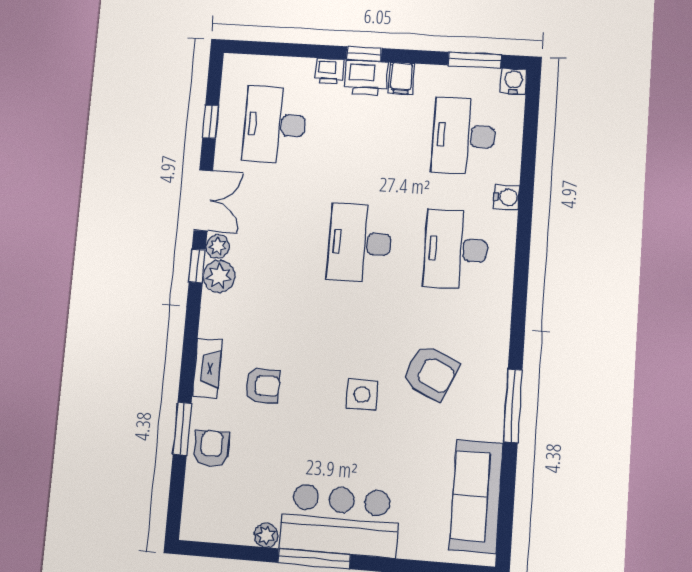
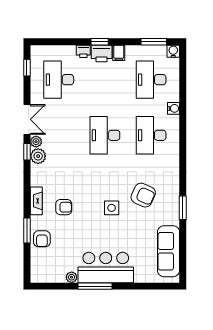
window: (211, 122) -> (27, 68), moved
window: (513, 406) -> (183, 208), width x0.69
armchair: (211, 449) -> (42, 239), turned 180

